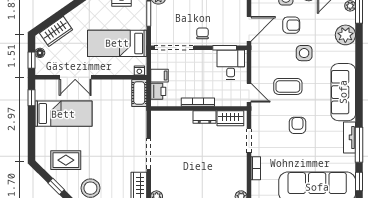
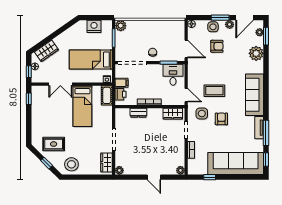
door: (249, 29) -> (186, 49), hinge flipped
side table: (304, 53) -> (202, 114), moved
bed: (63, 114) -> (82, 106), moved, turned 90
dresser: (205, 117) -> (138, 113), moved

